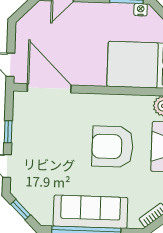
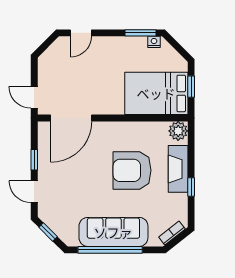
door: (49, 88) -> (71, 118), swing flipped

